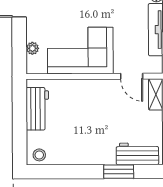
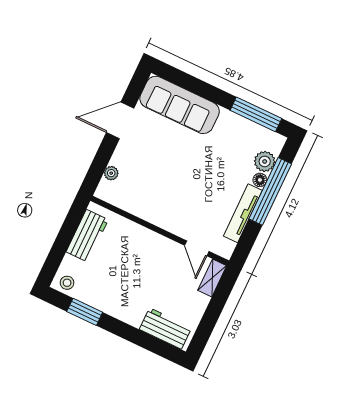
corner sofa: (80, 51) -> (158, 198), removed
window: (119, 172) -> (85, 312), moved

